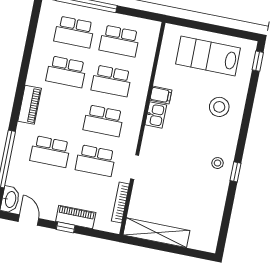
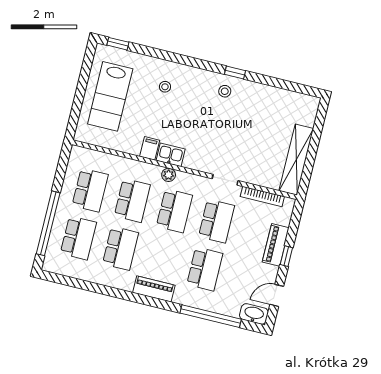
stool: (219, 107) -> (165, 87), width x0.53, depth x0.53
plant: (137, 114) -> (169, 175), added

